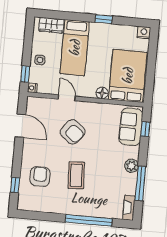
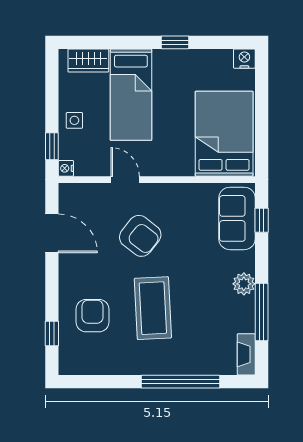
floor lamp: (102, 93) -> (184, 166), removed
coffee table: (76, 175) -> (153, 308), width x1.36, depth x1.32

